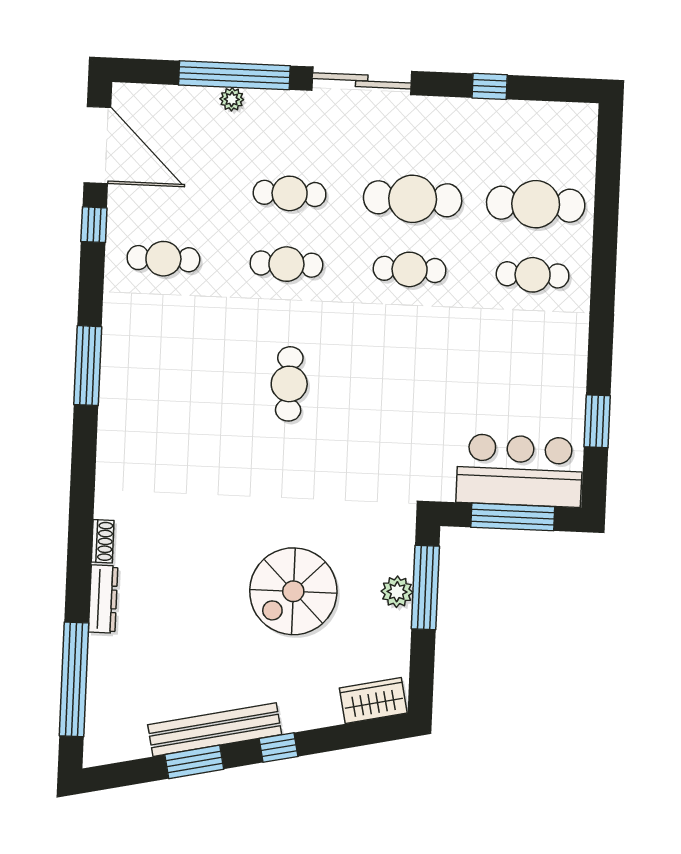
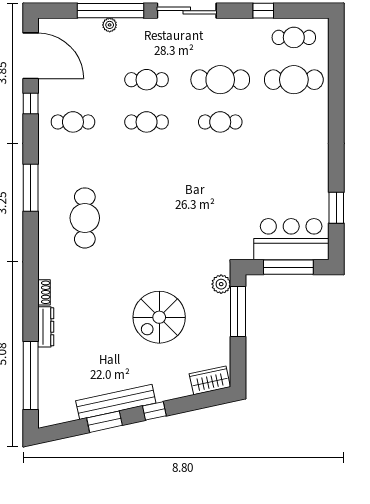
cafe table: (533, 275) -> (294, 37), moved
cafe table: (289, 384) -> (85, 218), moved, width x1.37, depth x1.35
plant: (397, 592) -> (221, 284), moved

